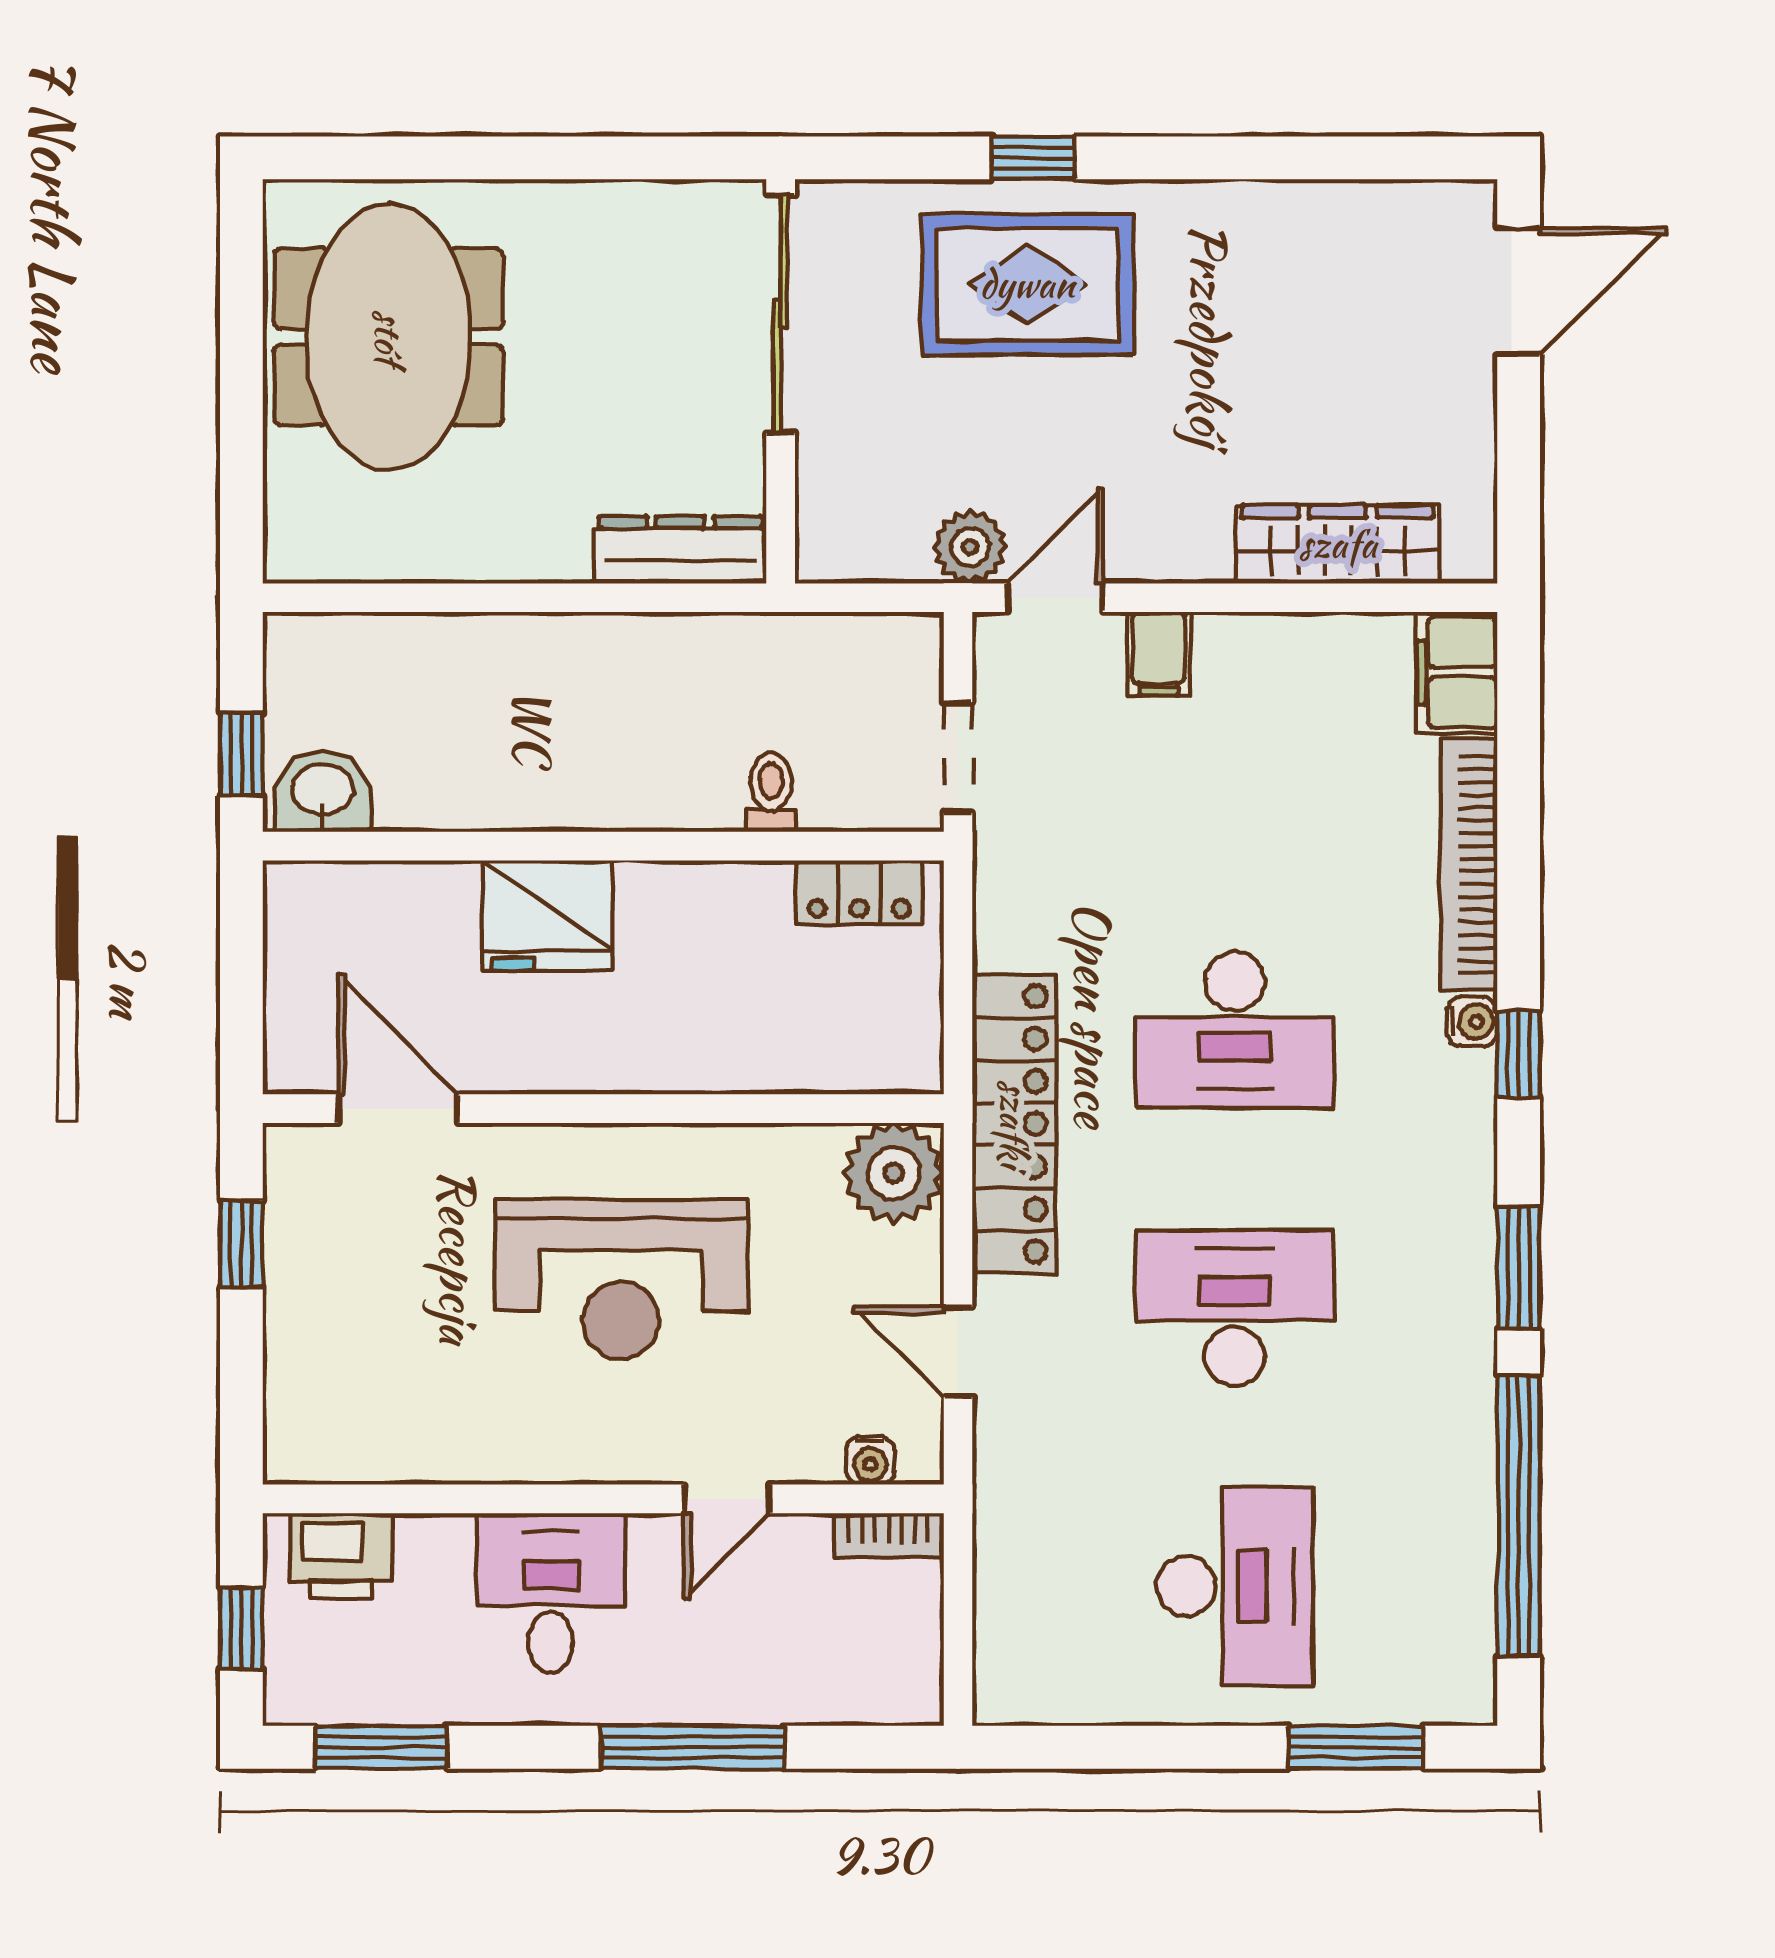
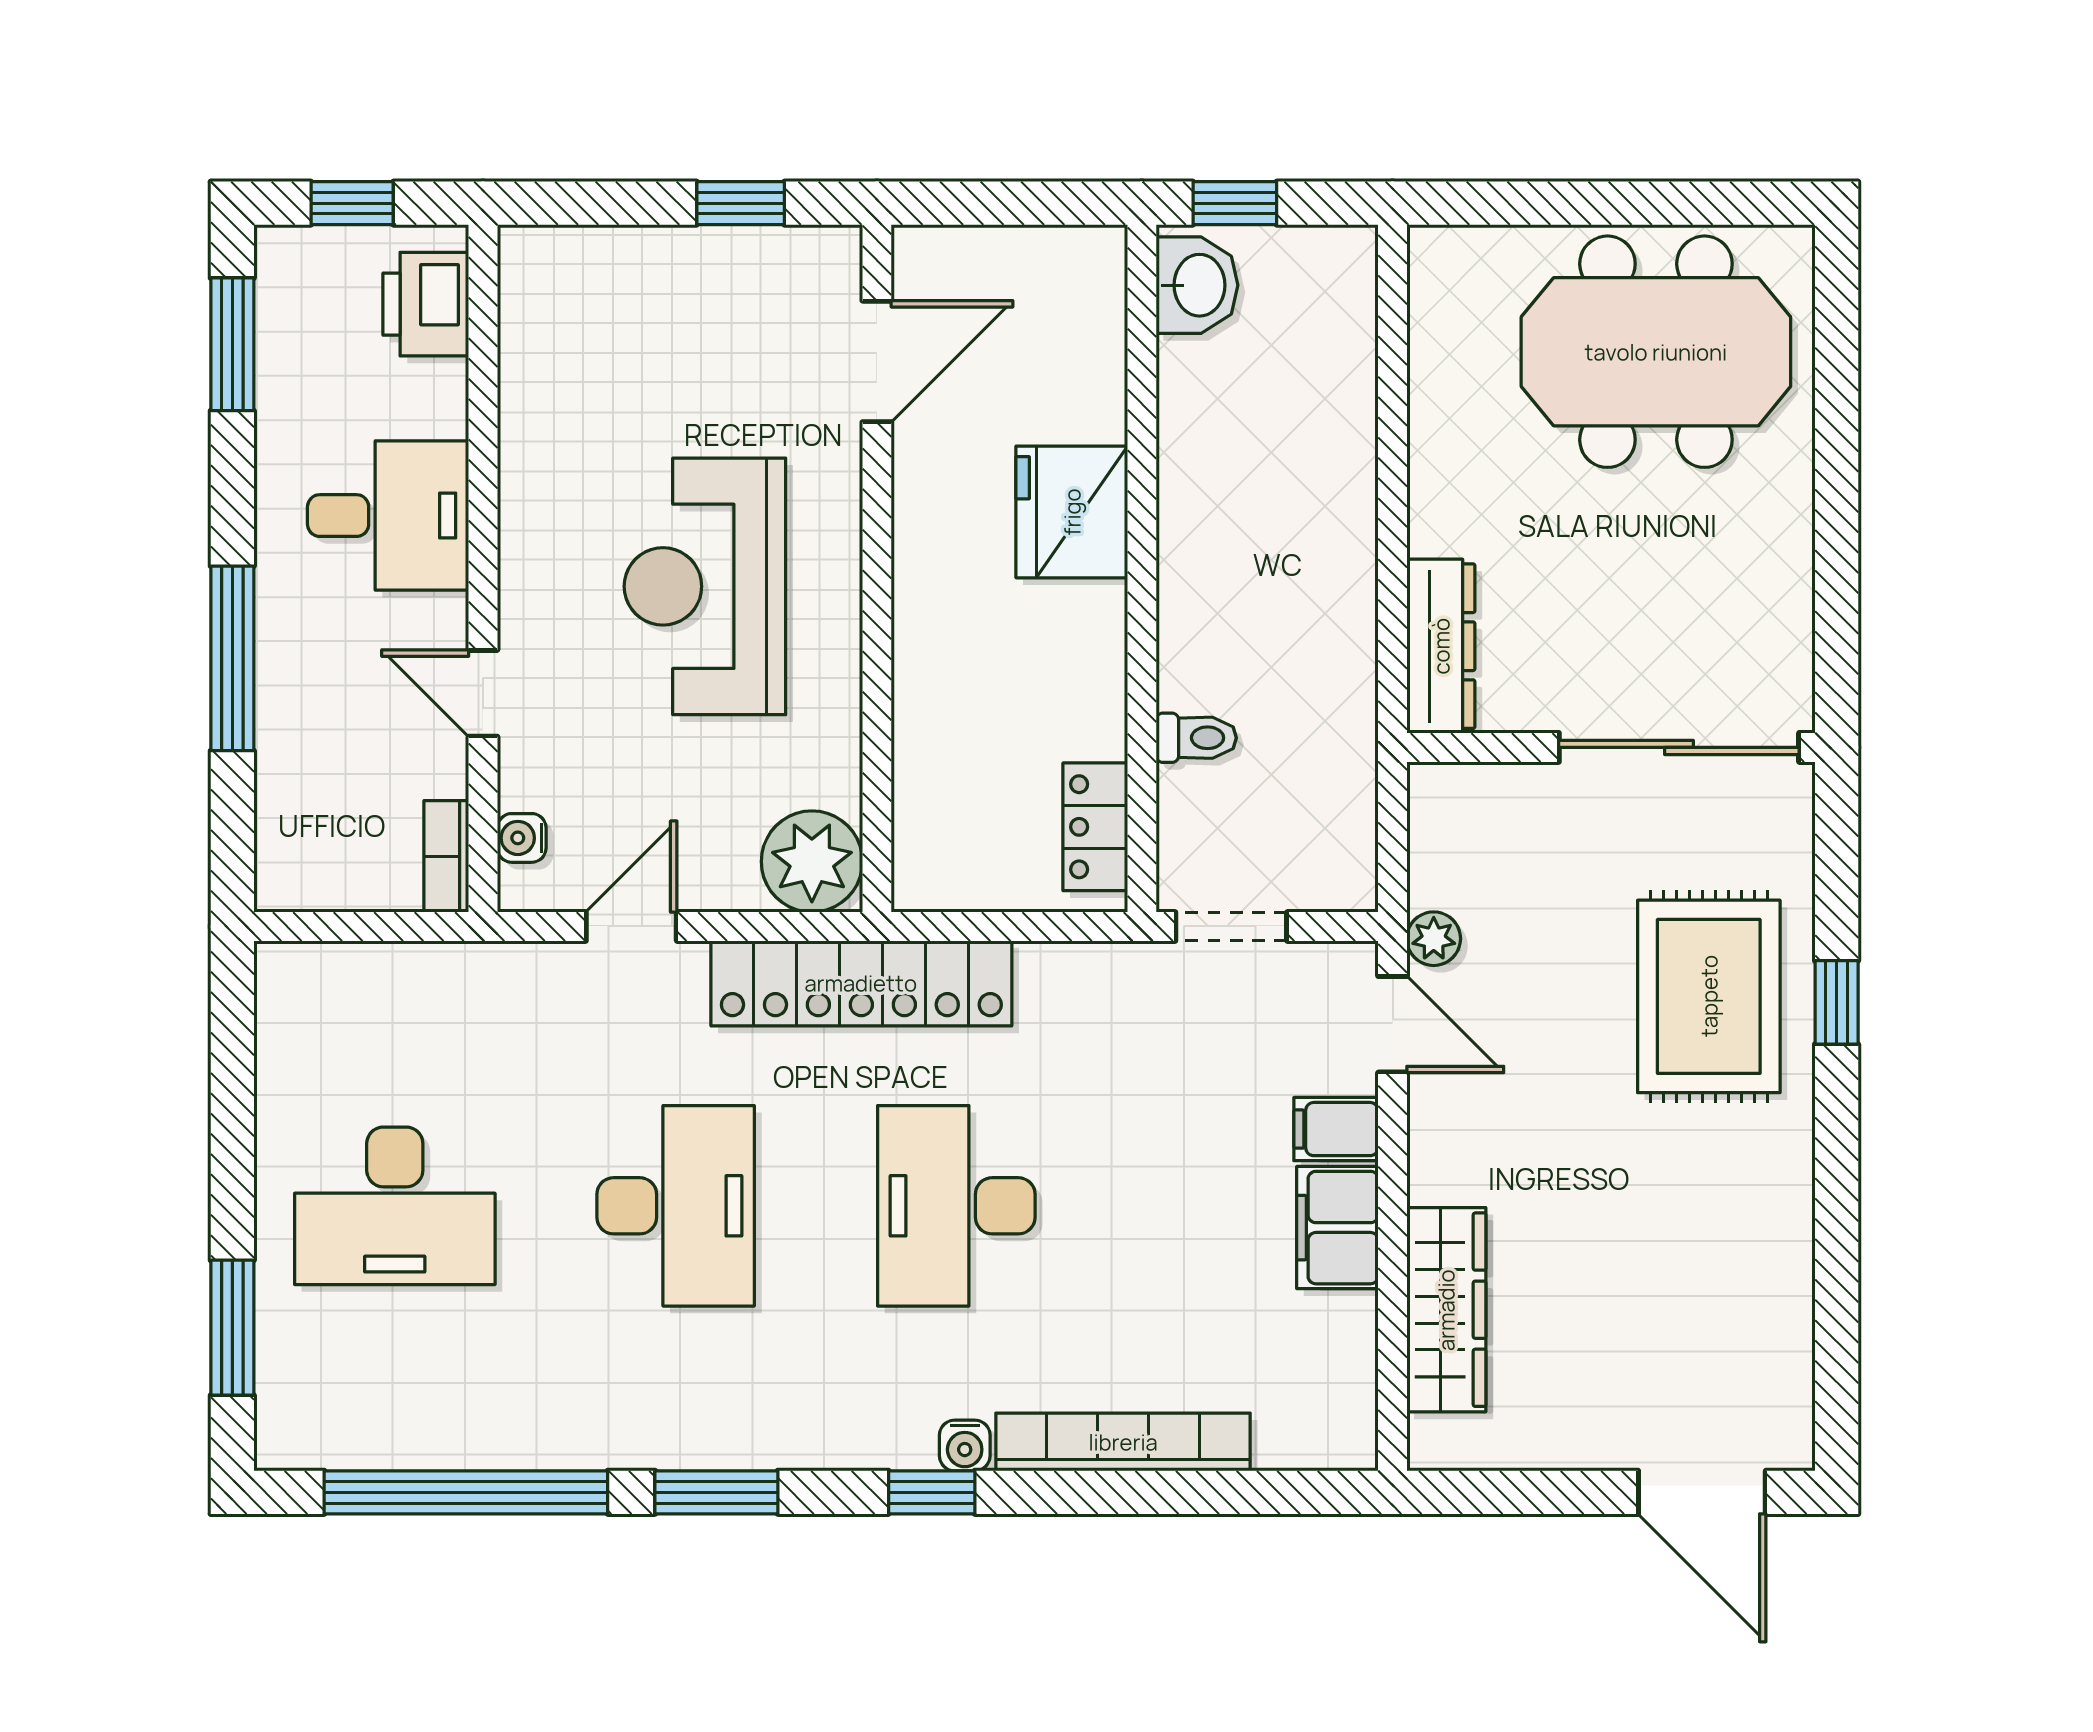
plant: (970, 547) -> (1434, 939), width x0.73, depth x0.73
filing cabinet: (1457, 673) -> (1337, 1228), moved, turned -90

